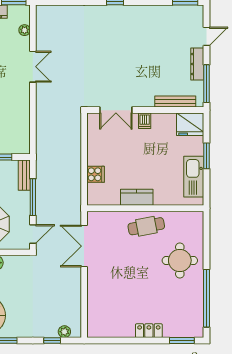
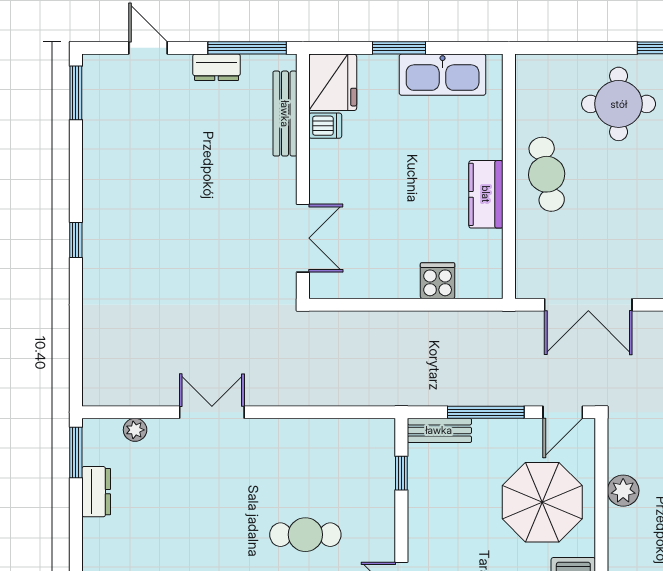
dresser: (197, 64) -> (217, 67), width x0.70
dishwasher: (145, 121) -> (325, 126), moved
door: (33, 234) -> (563, 412), swing flipped

